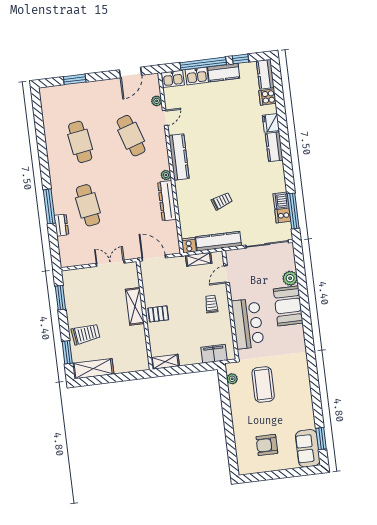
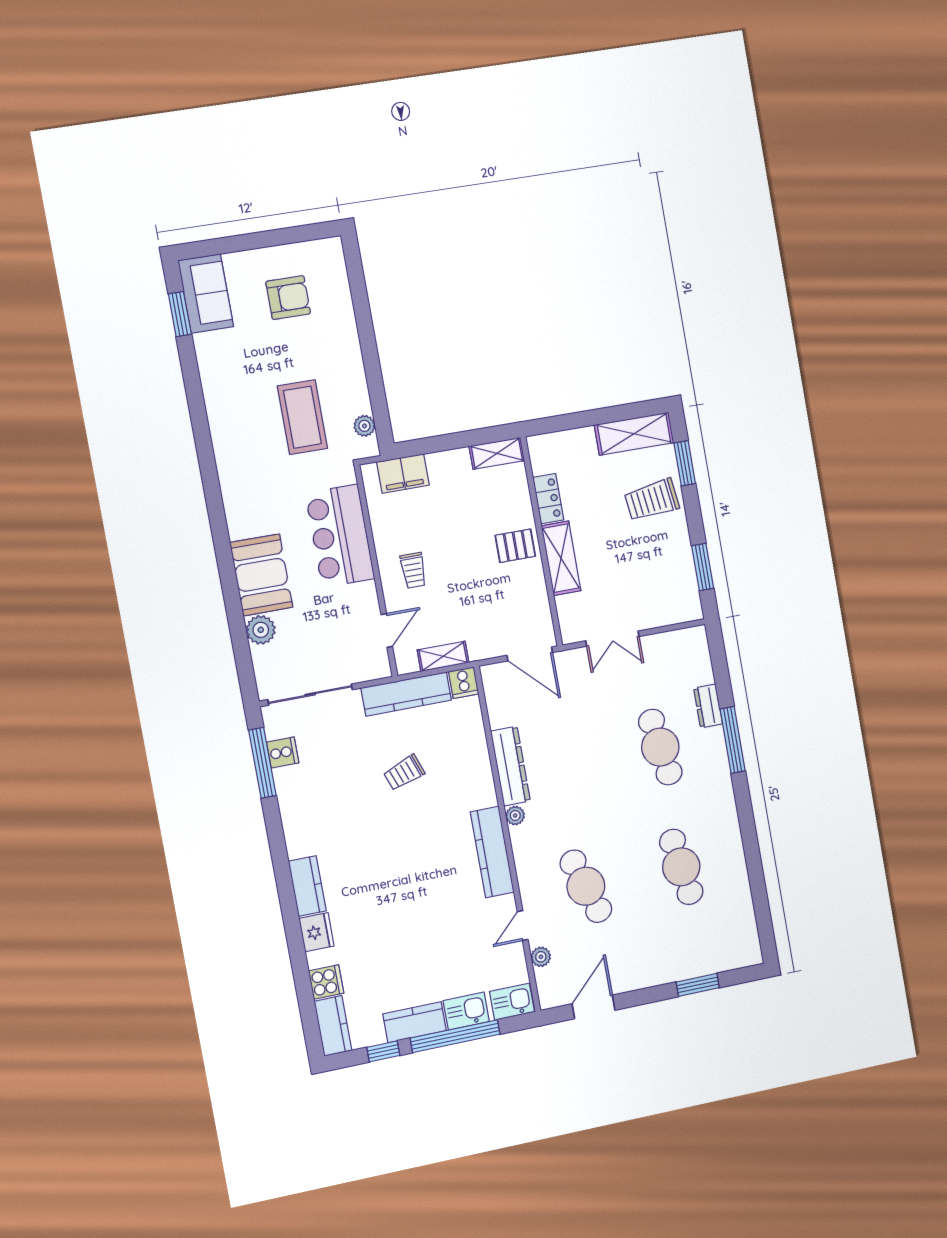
dishwasher: (281, 200) -> (288, 782), removed
locker: (140, 337) -> (548, 499), added

